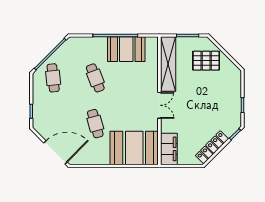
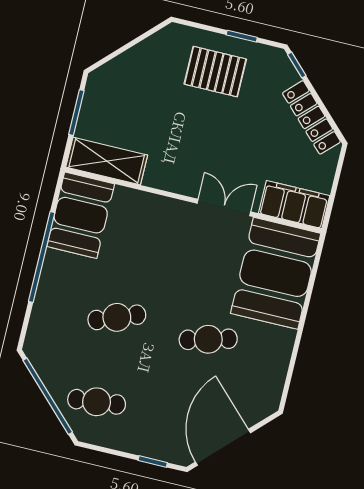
booth: (126, 49) -> (81, 215), moved
pallet: (206, 61) -> (215, 72), moved, turned 90
shelving: (168, 64) -> (107, 161), width x0.68
double door: (159, 105) -> (224, 208), moved
door: (55, 152) -> (223, 447), moved

